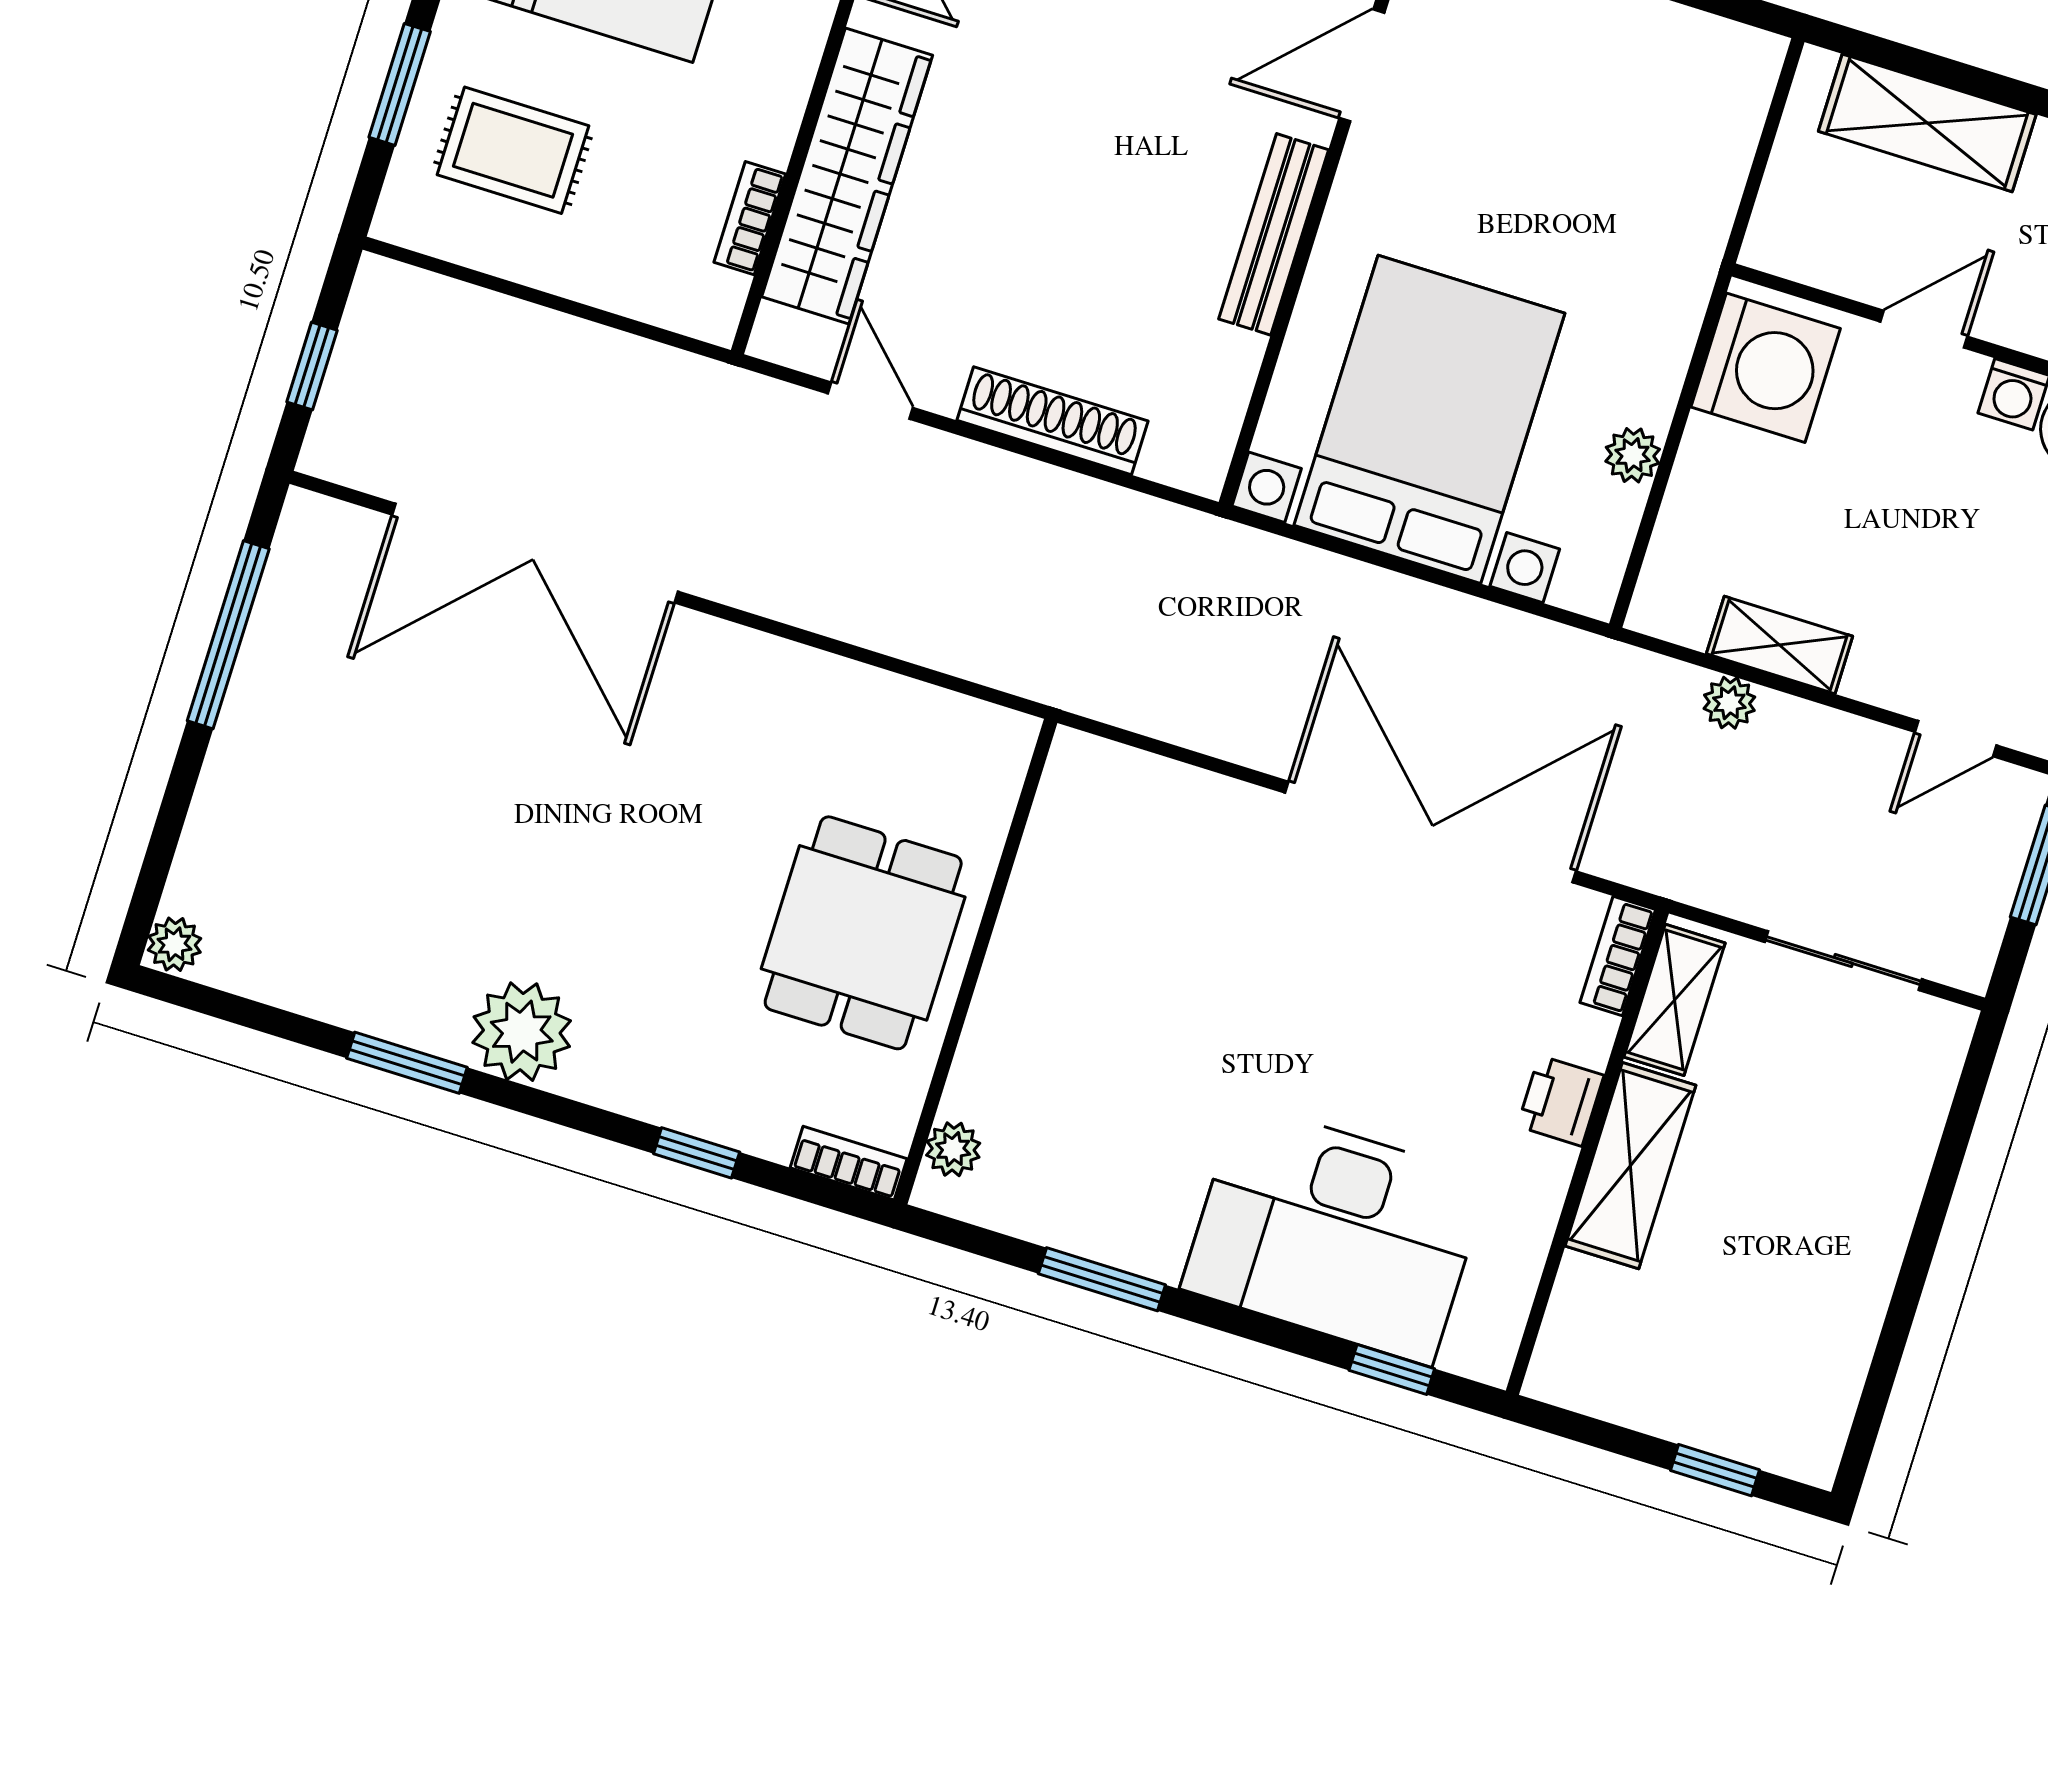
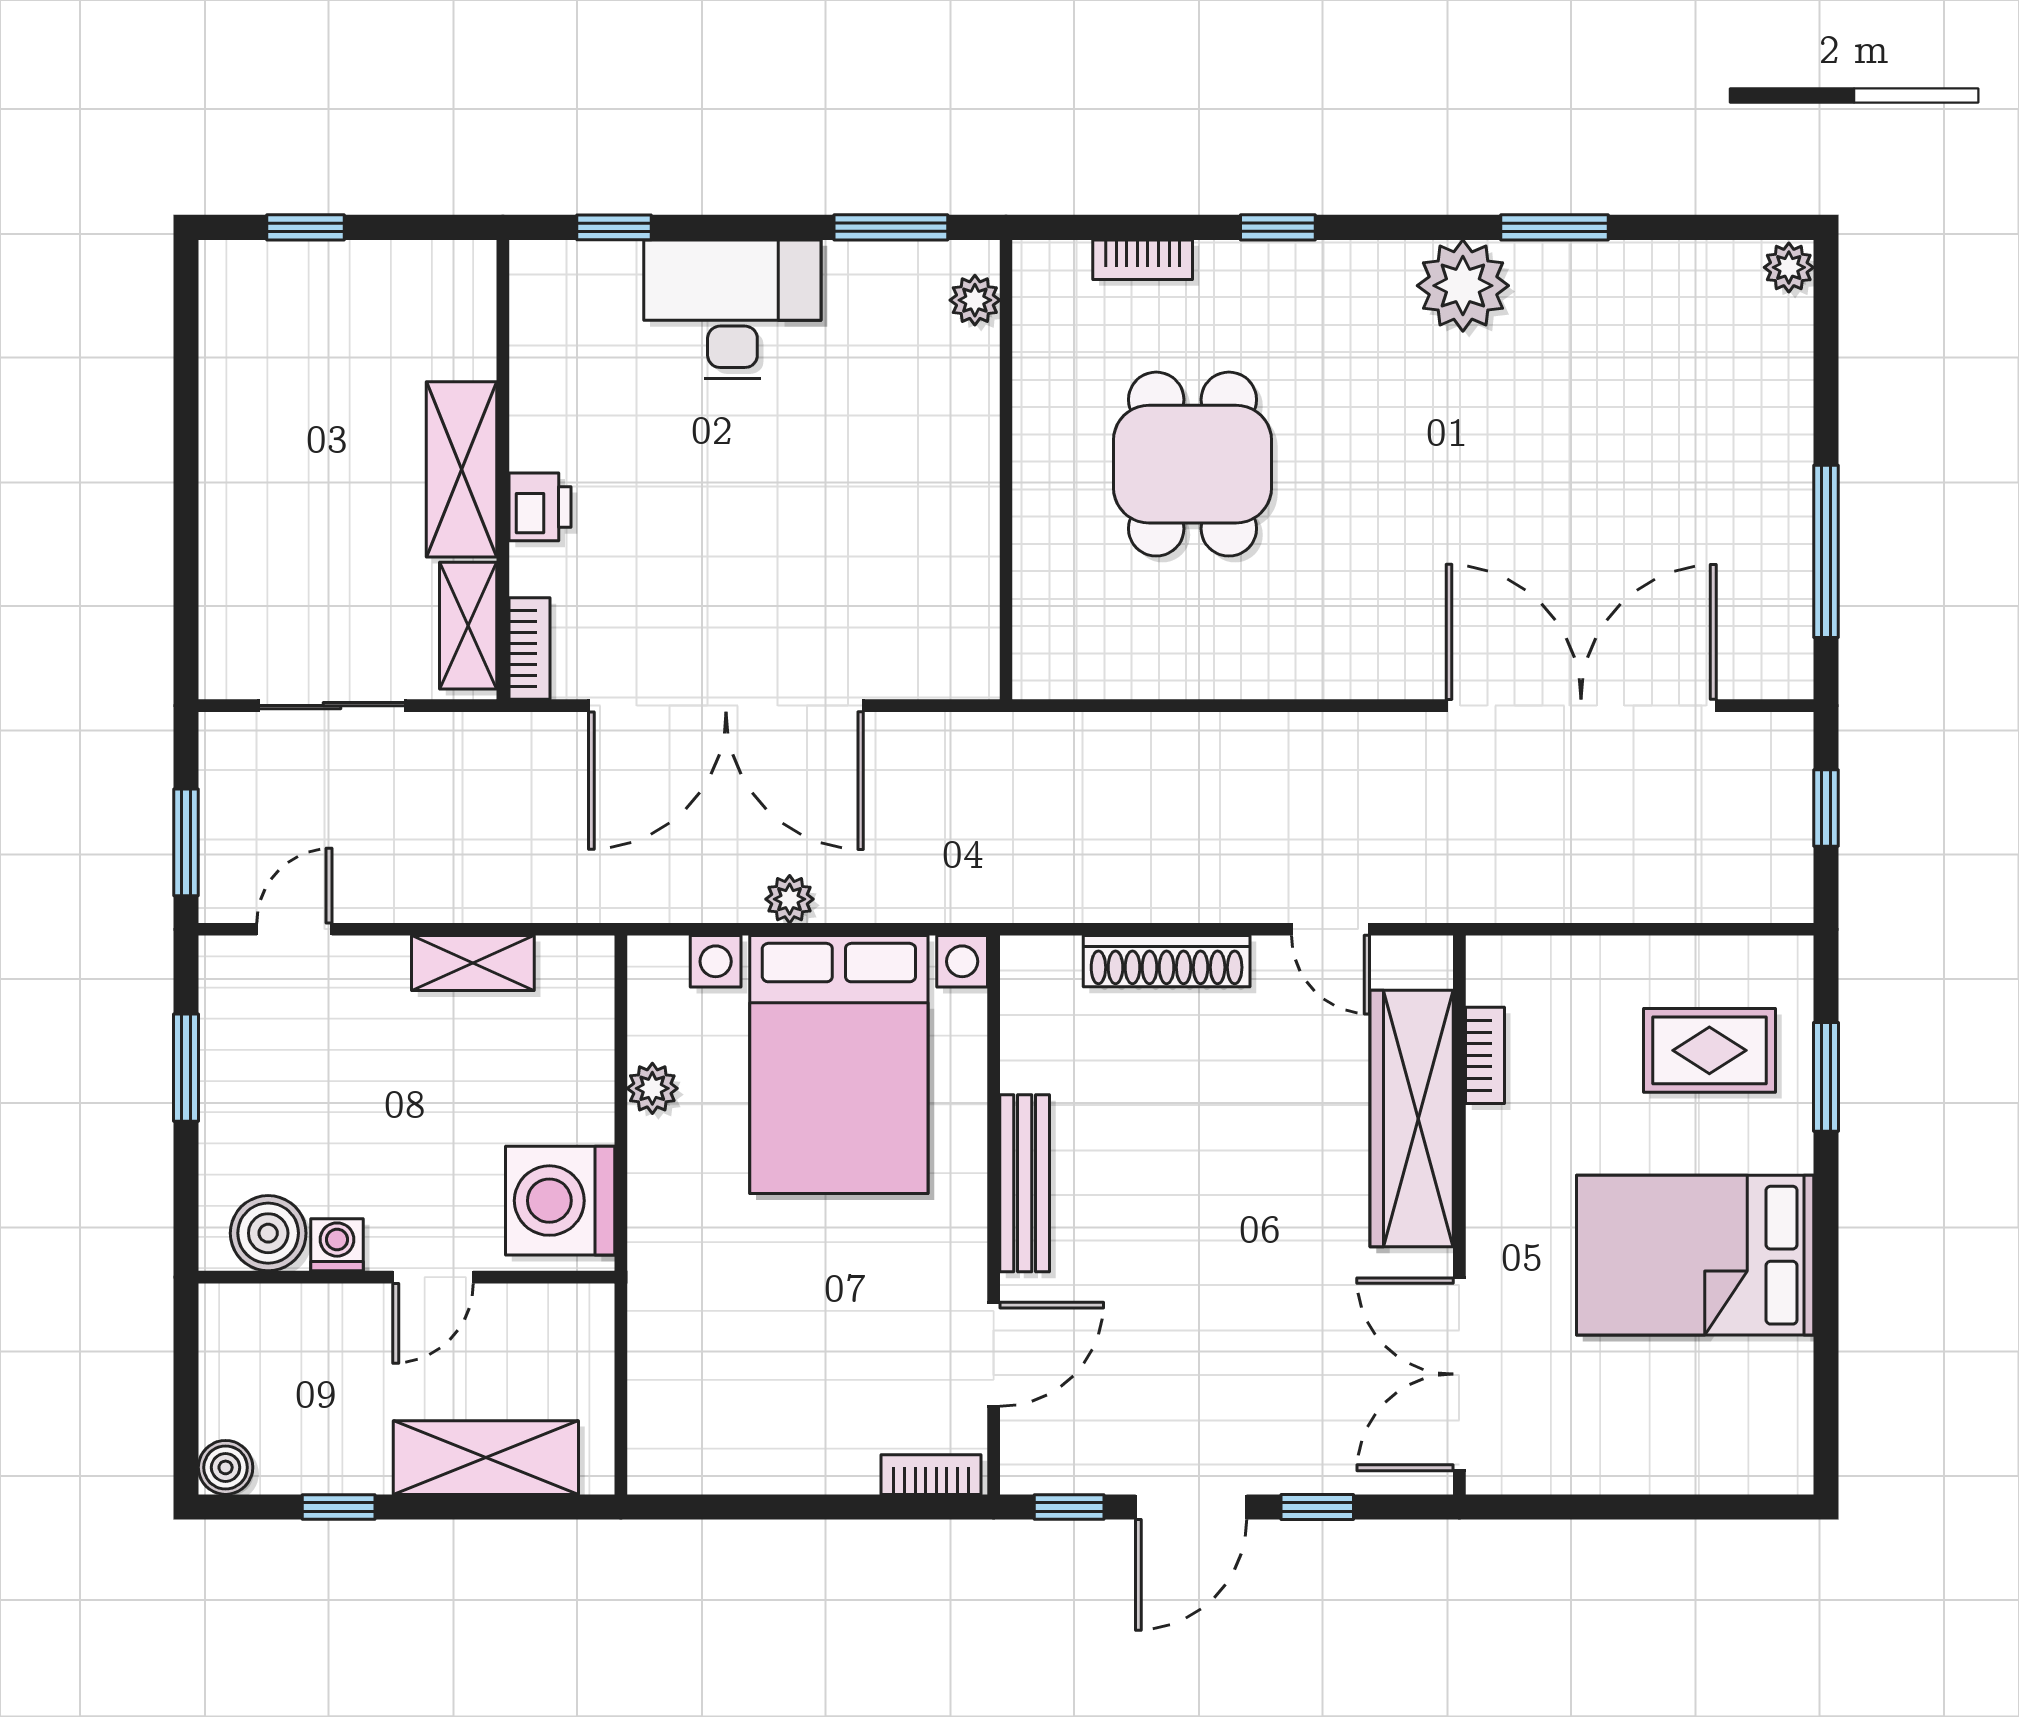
plant: (1729, 703) -> (790, 899), moved
wall: (976, 962) -> (1006, 470), moved
plant: (953, 1149) -> (975, 300), moved
desk: (1335, 1234) -> (732, 309), width x0.73, depth x0.77

